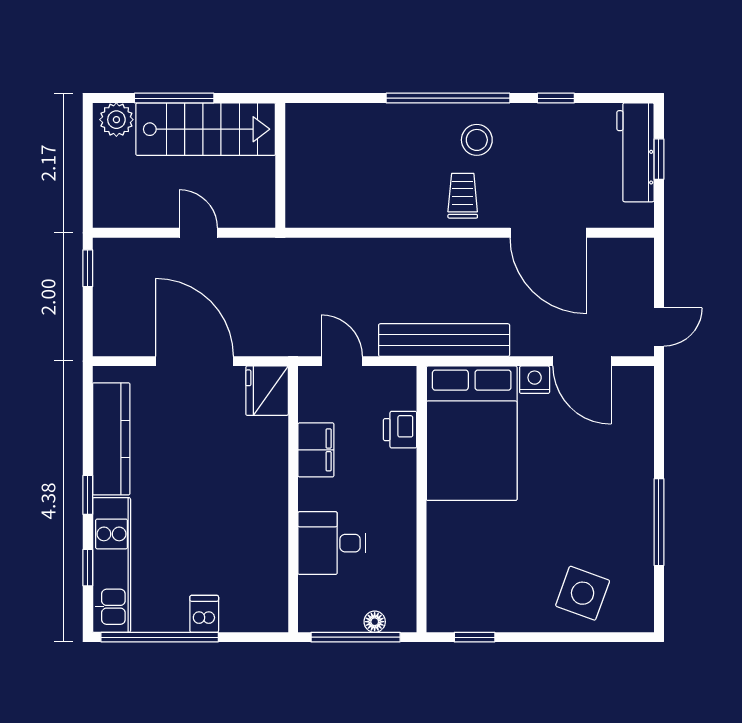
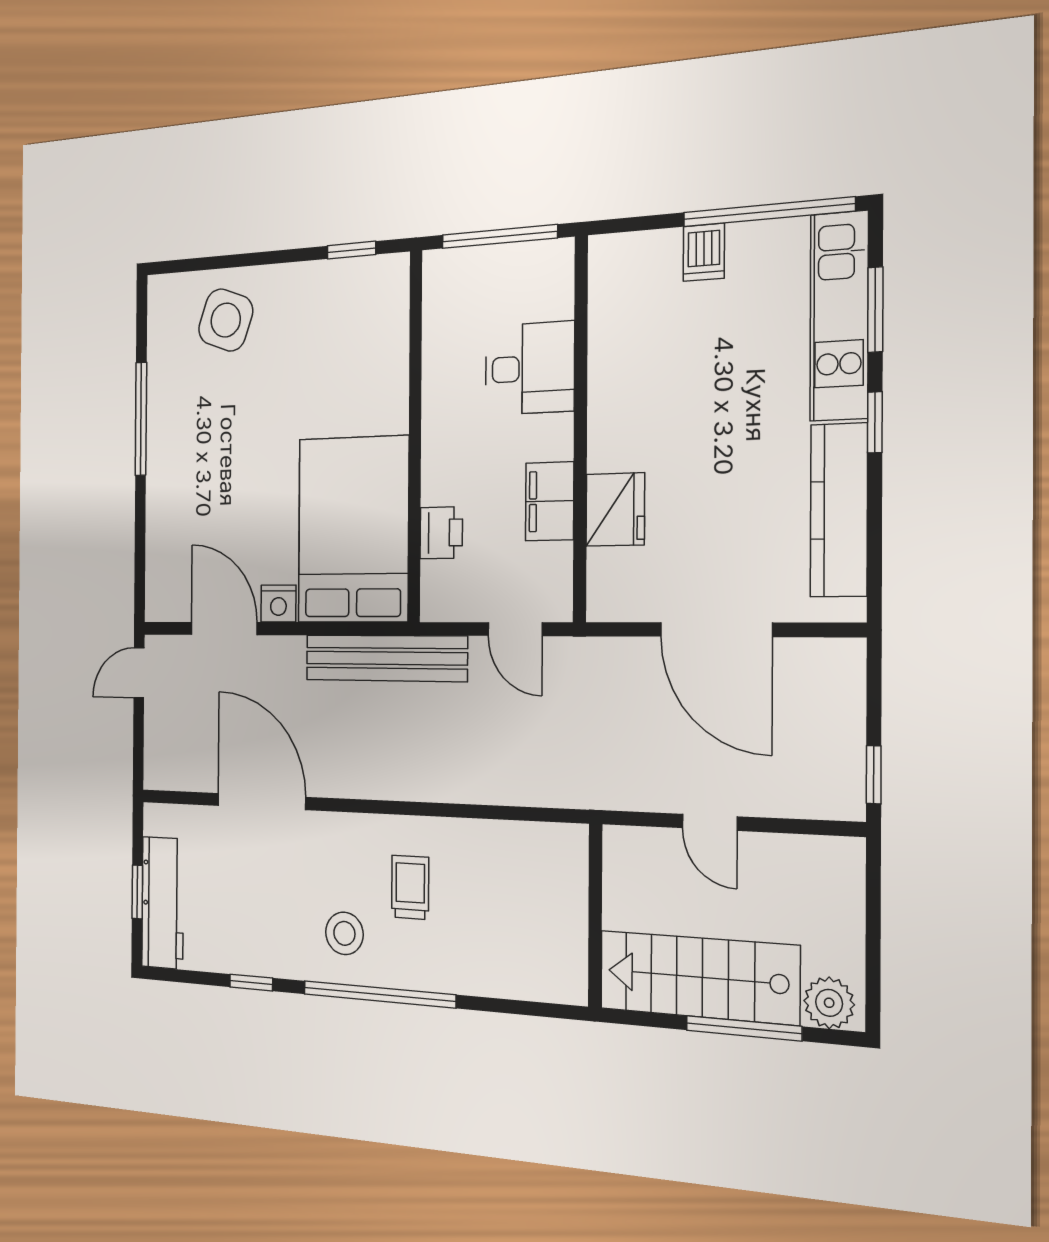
trolley: (463, 196) -> (410, 887), moved, turned 180
fridge: (267, 391) -> (615, 510), moved
window: (88, 568) -> (875, 310), width x1.50
floor lamp: (375, 622) -> (475, 261), removed

